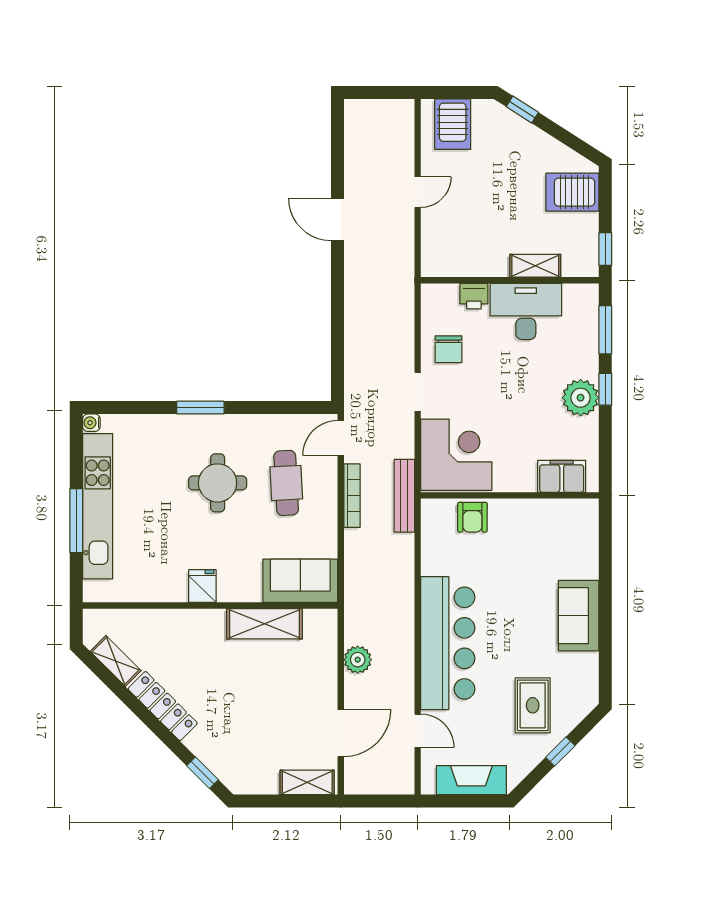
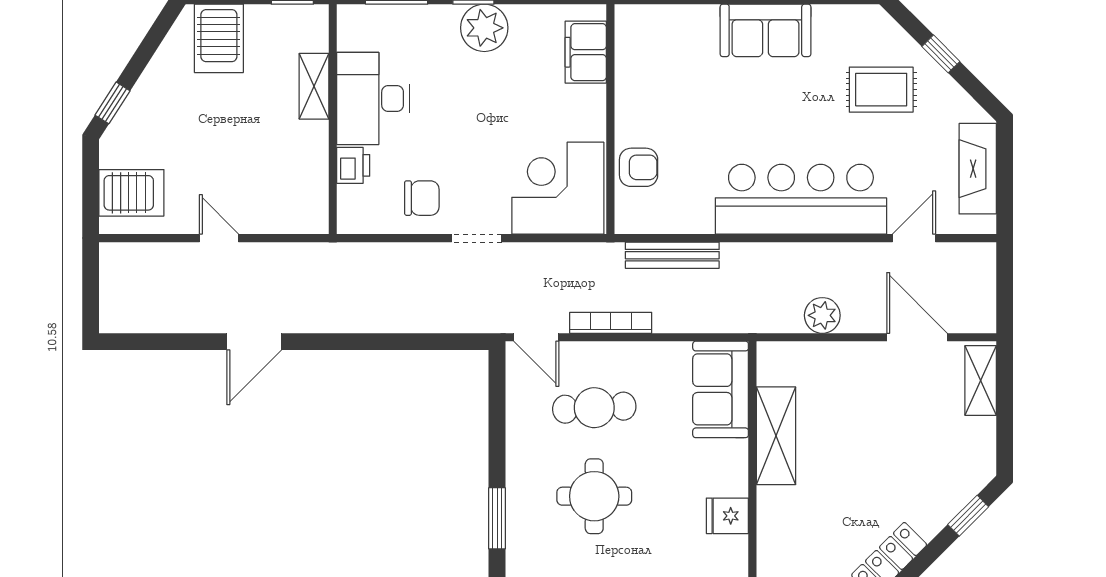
bench: (404, 496) -> (672, 255), moved

